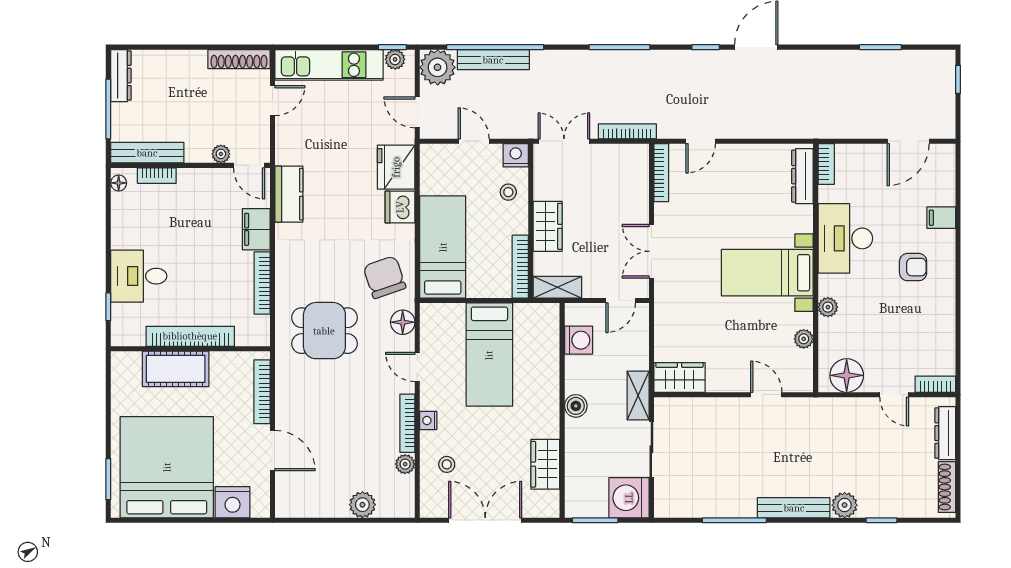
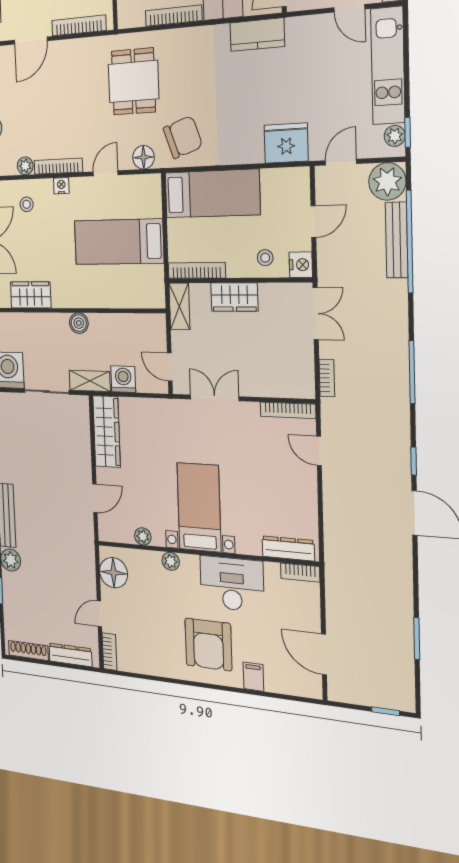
bookcase: (627, 131) -> (327, 378), width x0.64
dishwasher: (400, 207) -> (248, 149), removed
armchair: (913, 267) -> (208, 644), width x1.88, depth x1.88
washing machine: (579, 340) -> (123, 379), moved, turned 180
wardrobe: (679, 377) -> (107, 432), width x1.50

